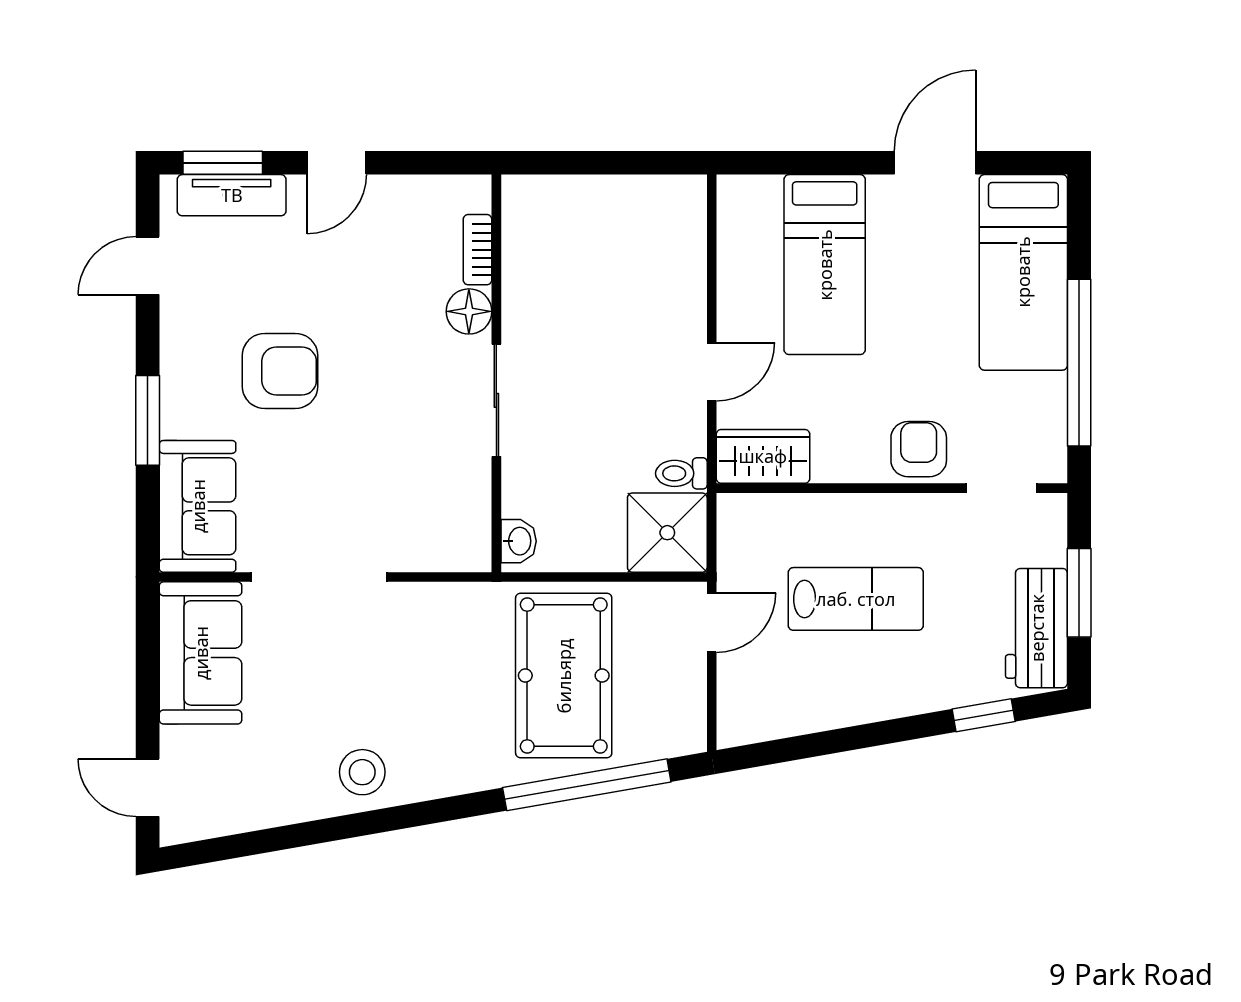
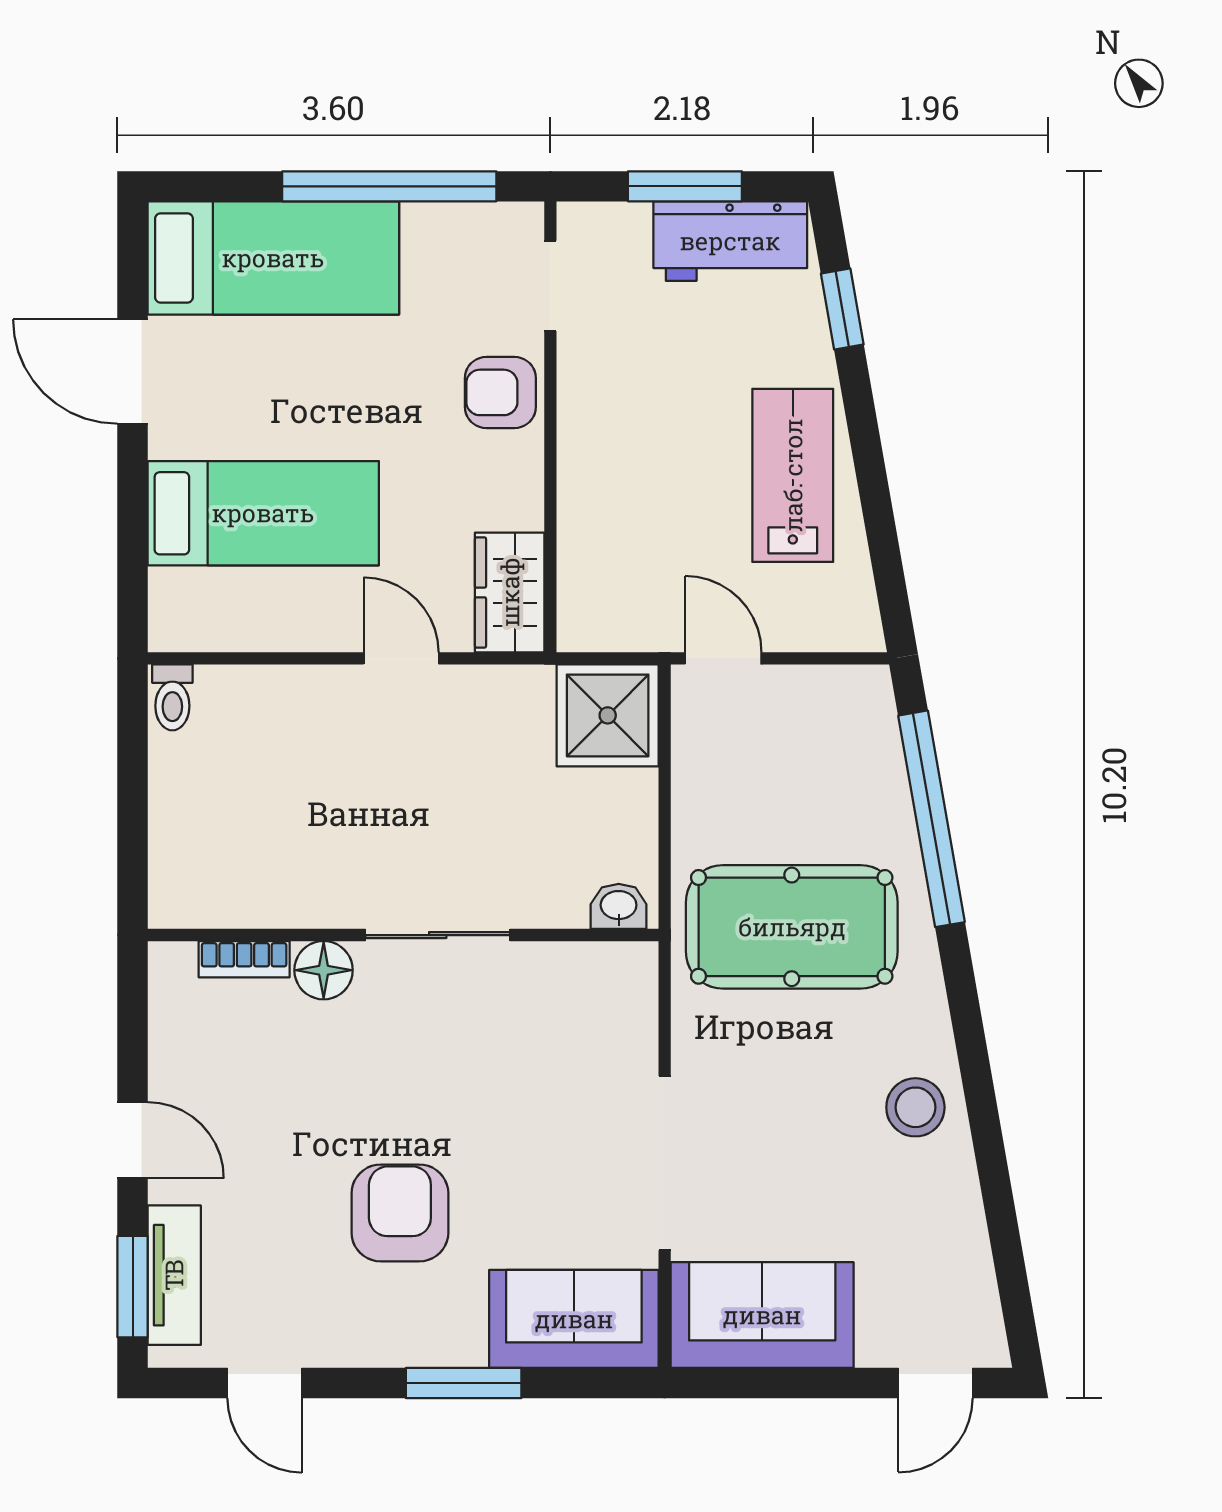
toilet: (681, 473) -> (172, 697), moved
lab bench: (856, 599) -> (793, 475), moved
pool table: (564, 676) -> (792, 927), moved

